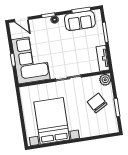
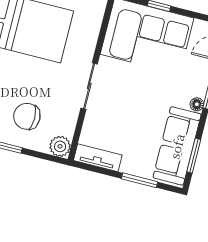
sofa: (80, 21) -> (177, 146), width x1.36
chair: (97, 103) -> (27, 116), turned -151

